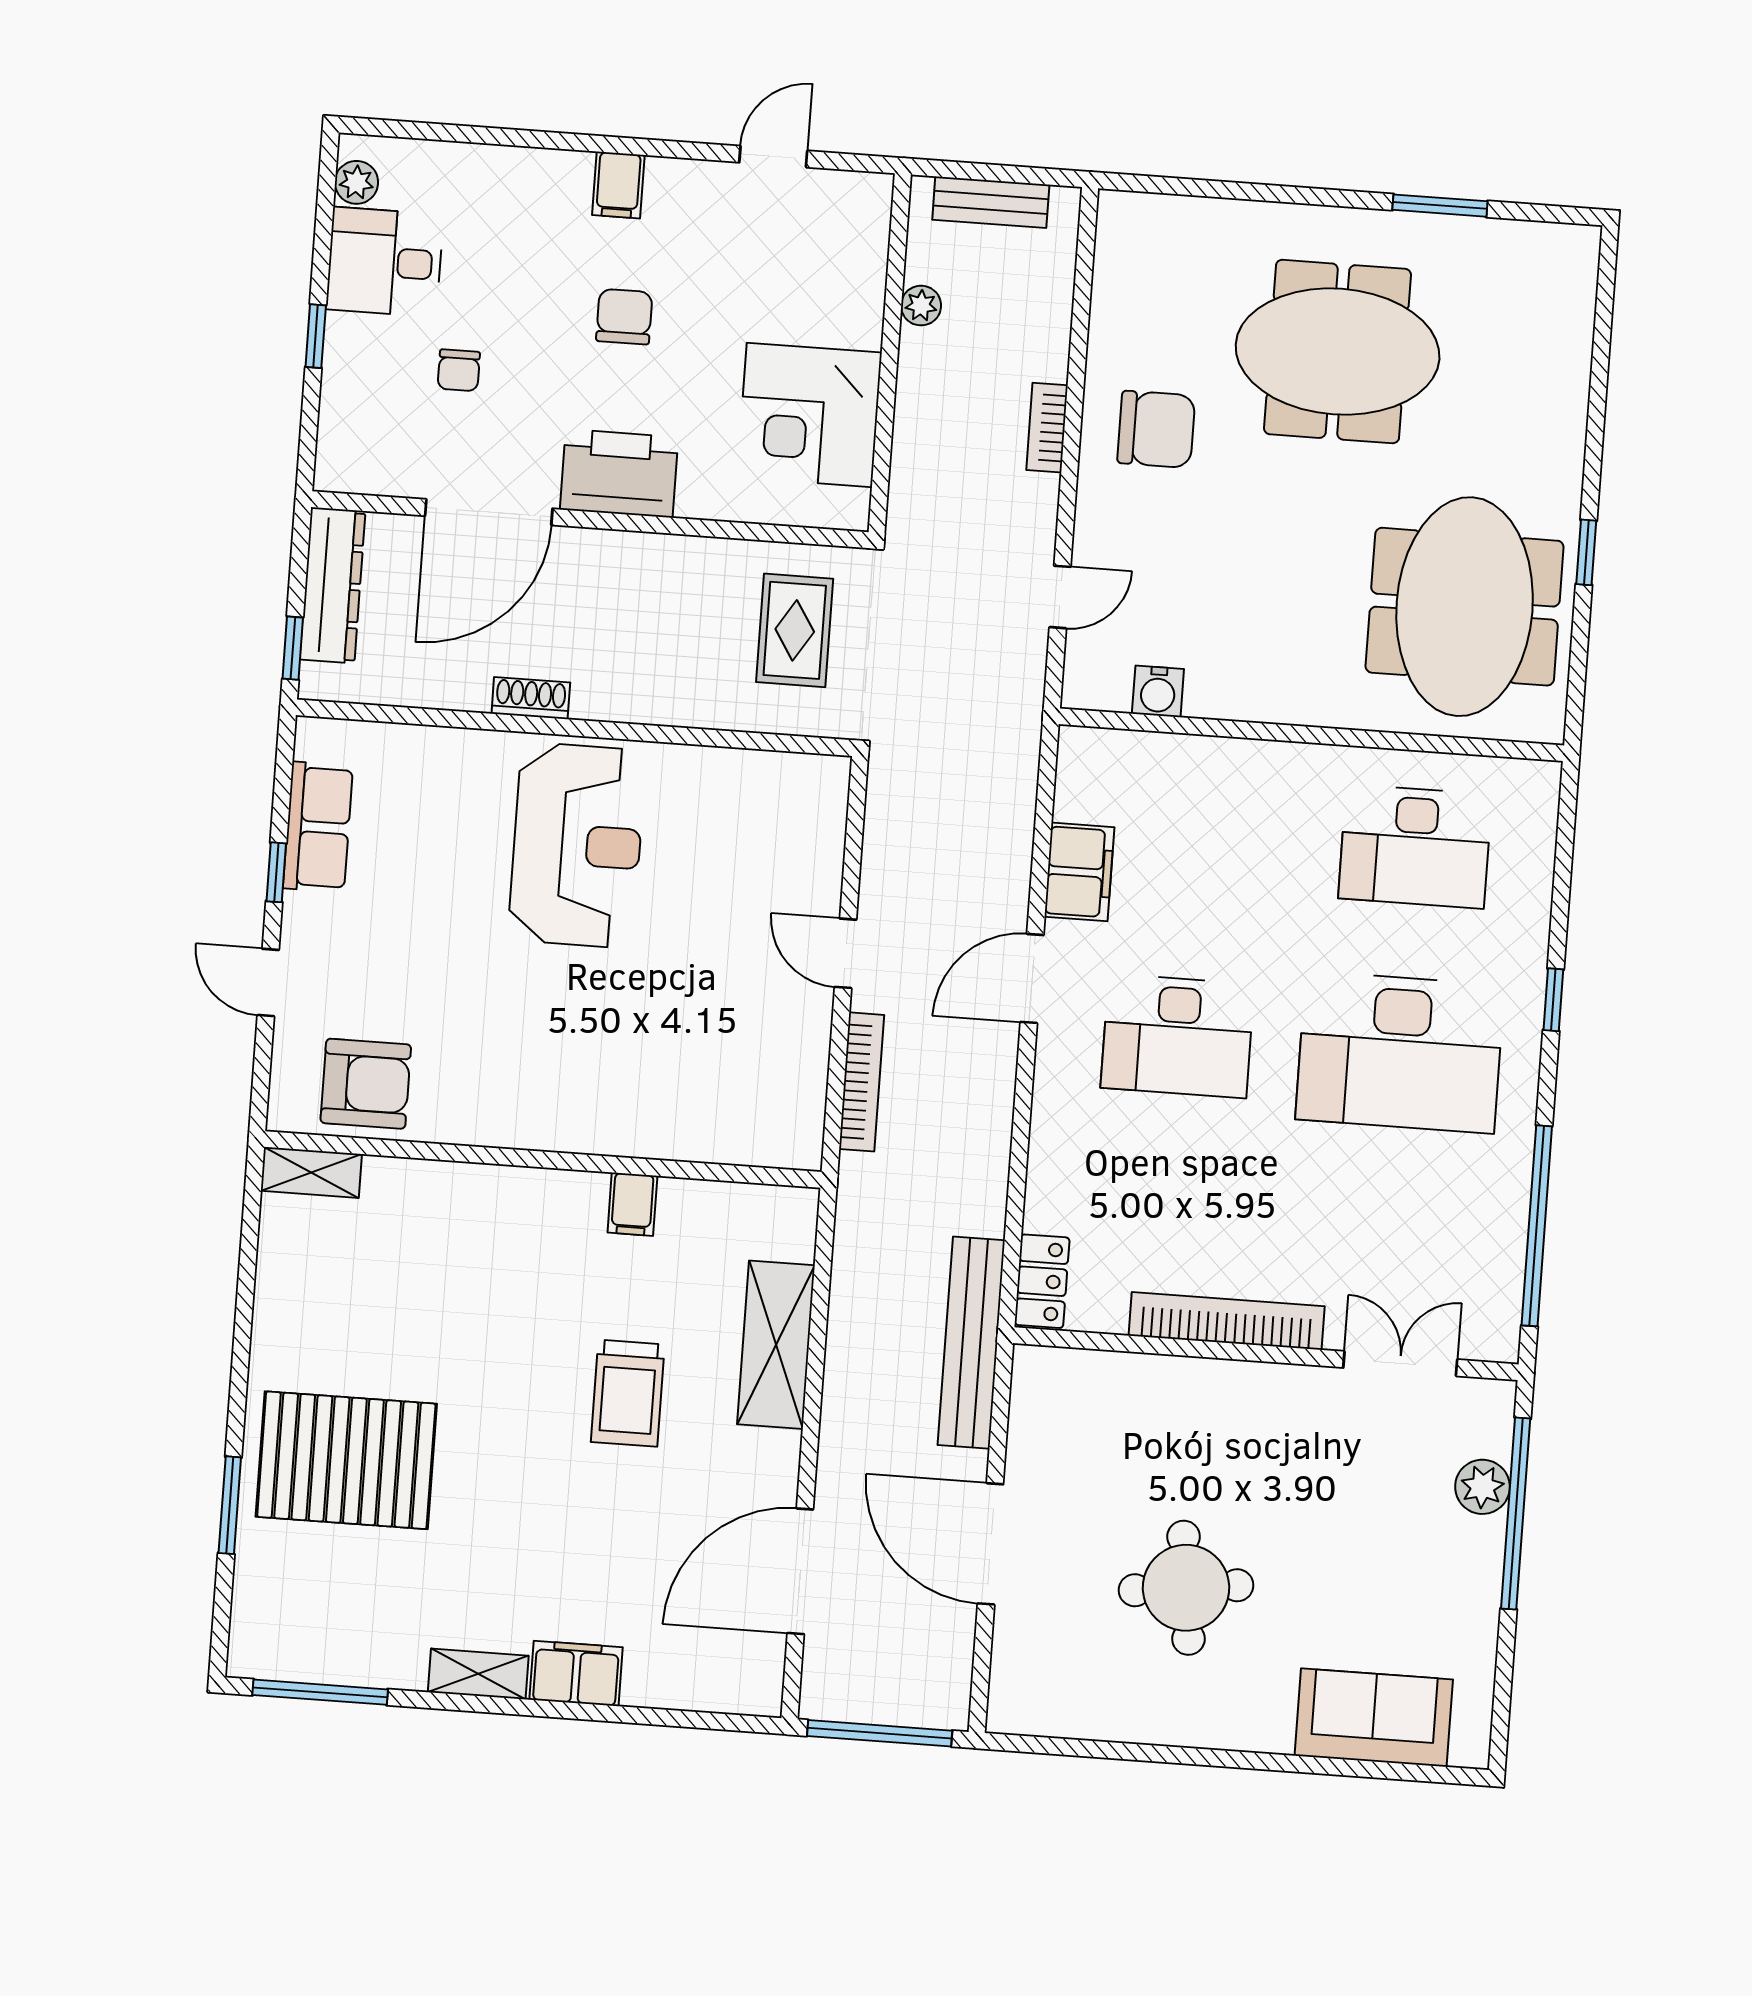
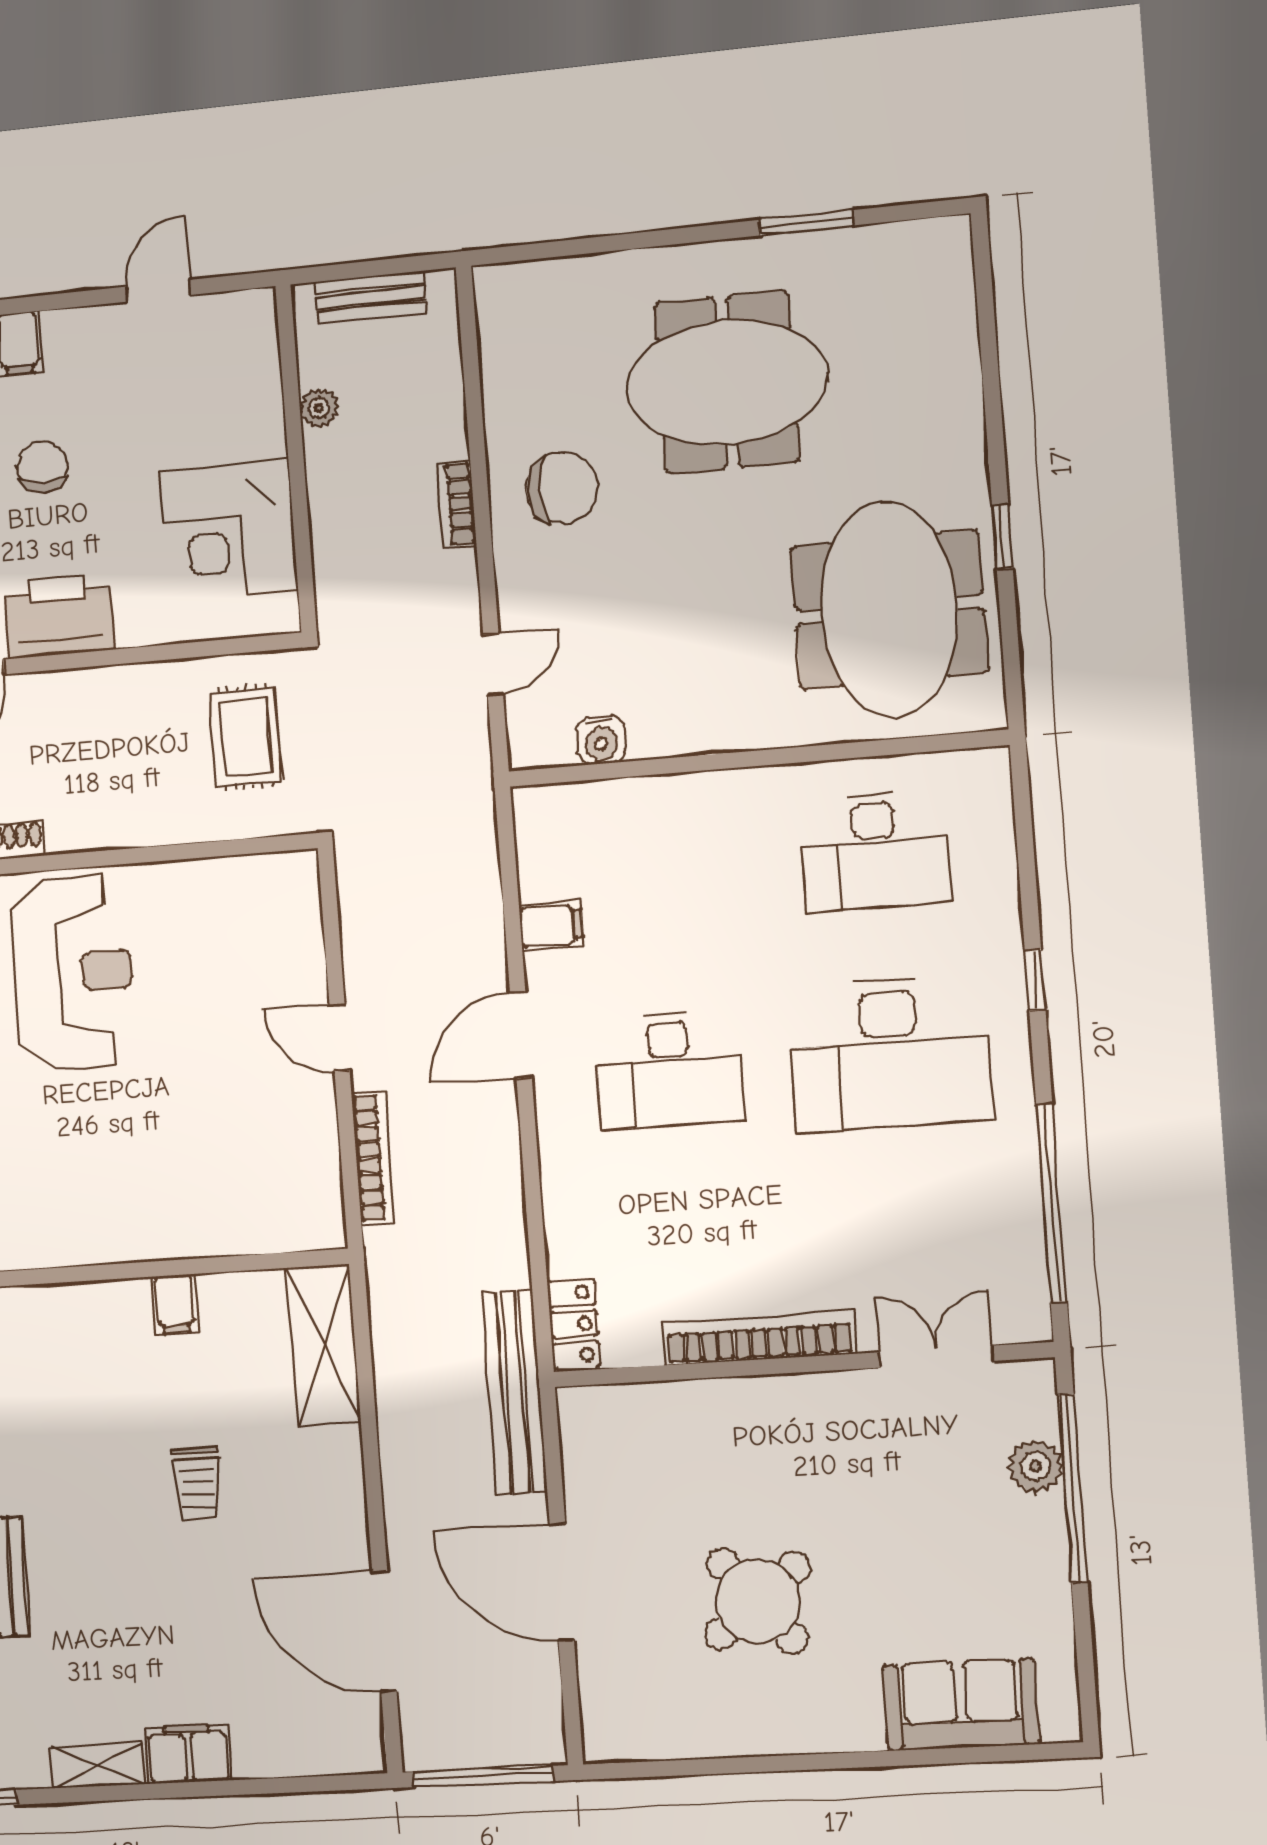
filing cabinet: (1079, 872) -> (551, 926), width x0.50
shelving: (776, 1345) -> (324, 1345), moved
trolley: (628, 1393) -> (197, 1483), width x0.73, depth x0.72
door: (800, 1571) -> (384, 1631), hinge flipped
round table: (1186, 1588) -> (757, 1601), turned -32

